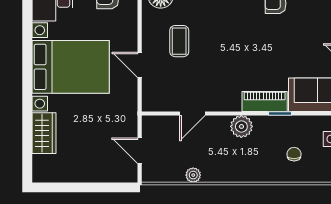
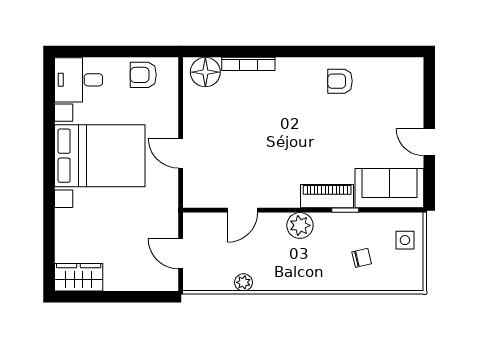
coffee table: (179, 41) -> (227, 125), removed
wardrobe: (44, 133) -> (79, 277), moved, turned -90
chair: (294, 154) -> (362, 258), turned 77

